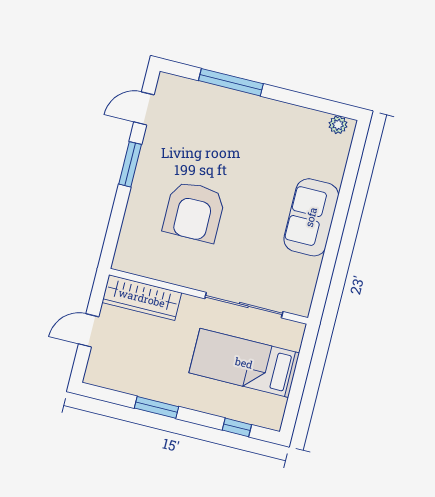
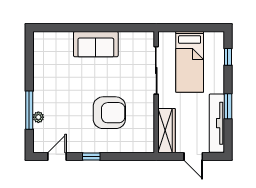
door: (144, 108) -> (57, 157), swing flipped
plant: (338, 125) -> (38, 117), moved
window: (130, 164) -> (91, 157), width x0.67
tv unit: (133, 382) -> (217, 123), added

